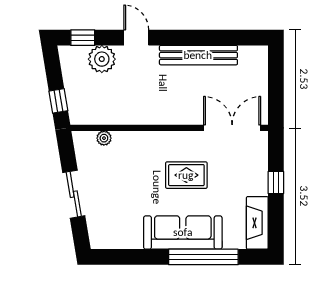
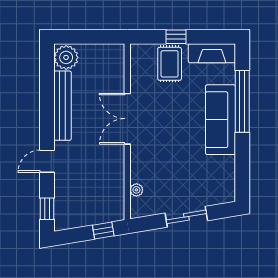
plant: (102, 59) -> (66, 57), moved
double door: (232, 128) -> (127, 119), moved
rug: (186, 175) -> (170, 64), moved

